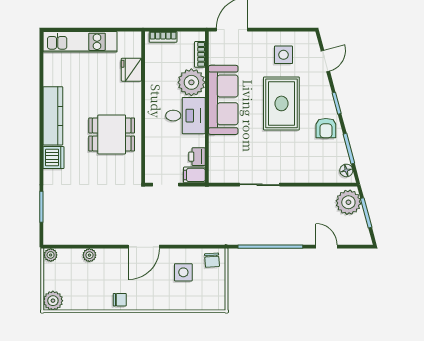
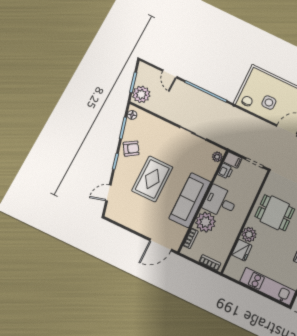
side table: (283, 55) -> (134, 211), removed
plant: (131, 93) -> (249, 235), added
armchair: (326, 128) -> (131, 149), turned 57
plant: (216, 170) -> (217, 157), added

